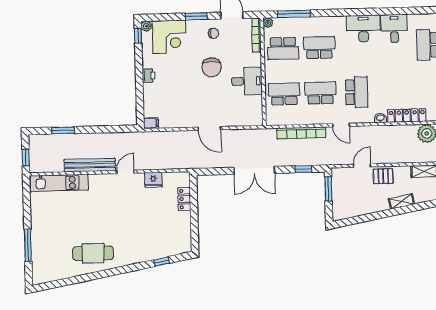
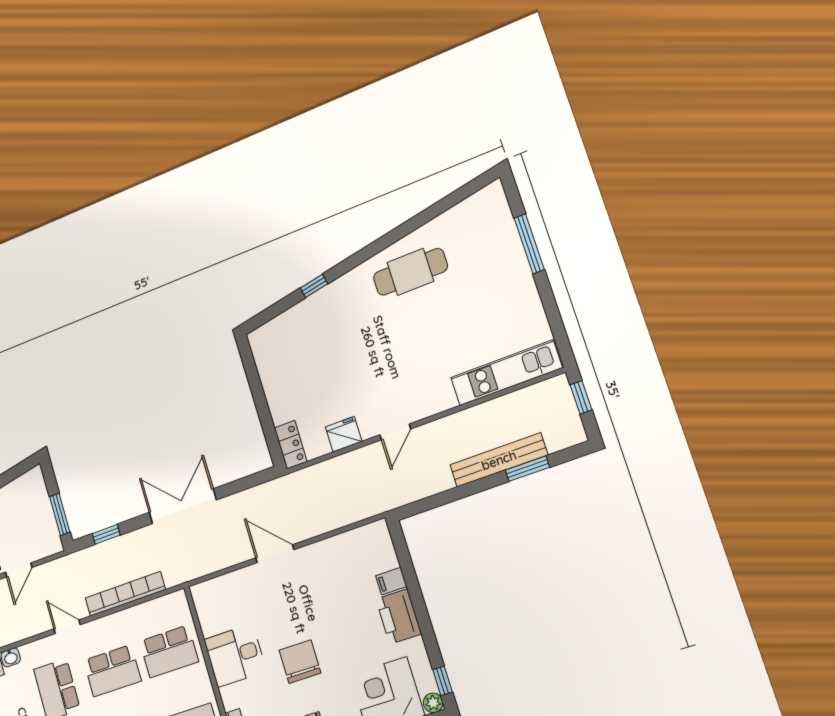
printer: (149, 75) -> (399, 616), width x1.87, depth x1.48
filing cabinet: (151, 123) -> (391, 581), moved
bench: (90, 165) -> (499, 460), moved
locker: (184, 199) -> (291, 445), moved
window: (162, 261) -> (314, 286), moved

